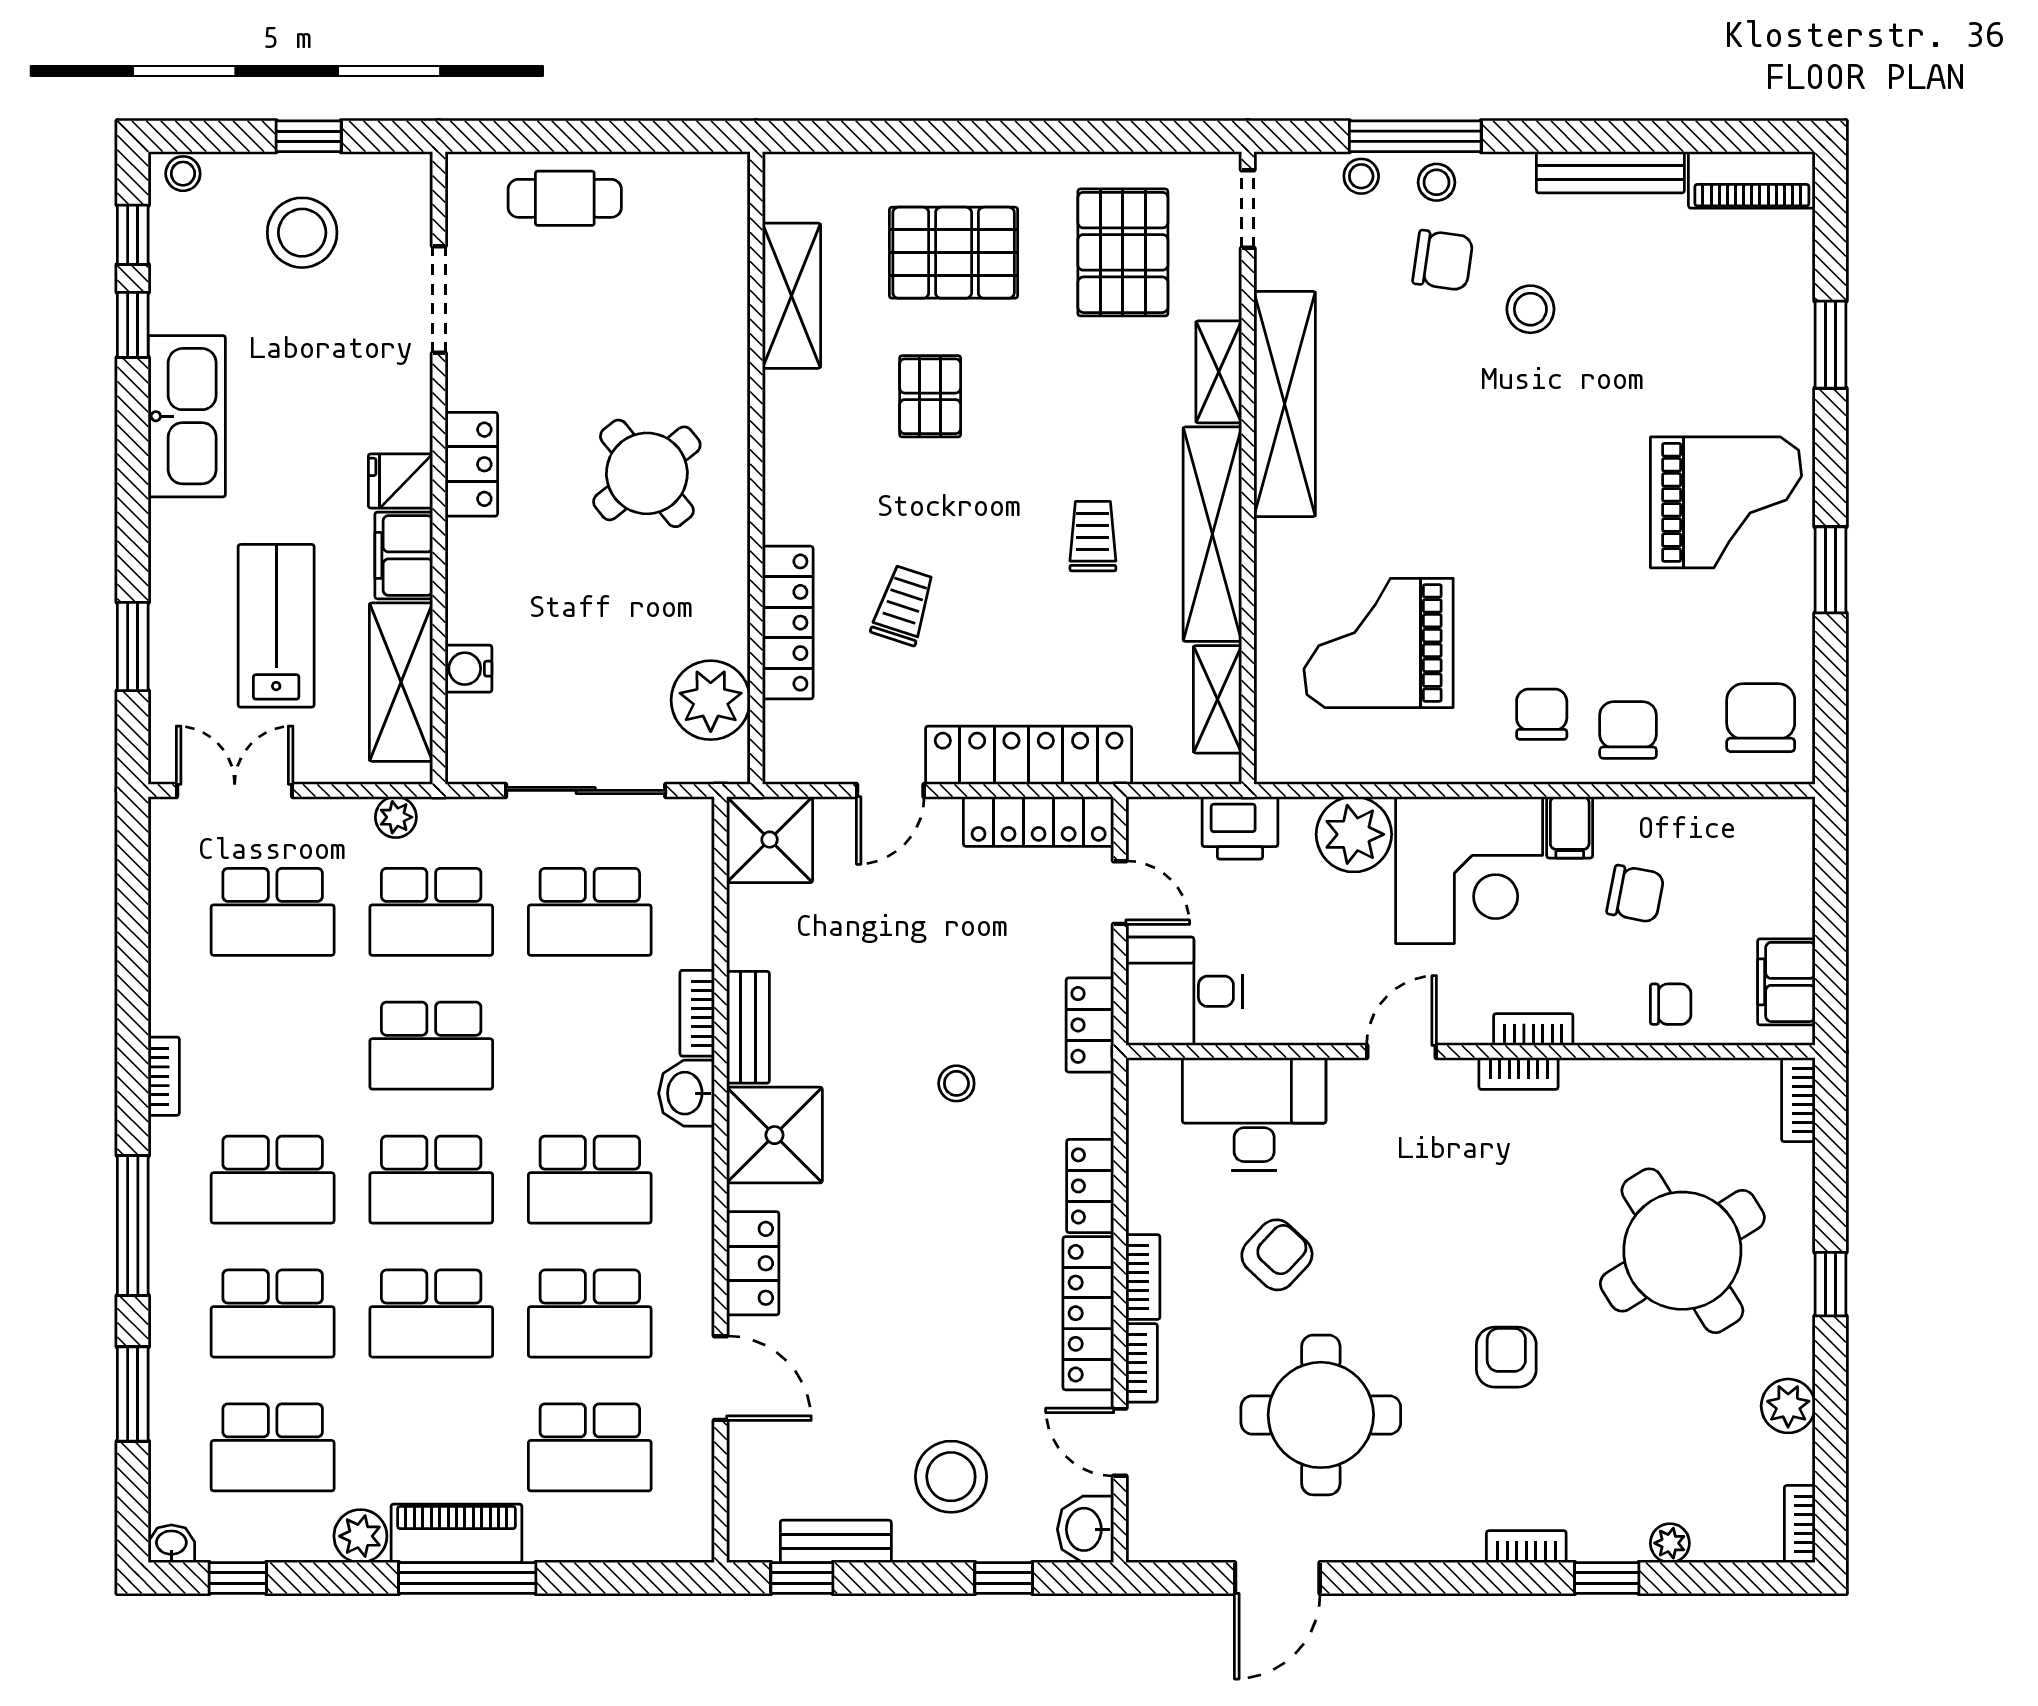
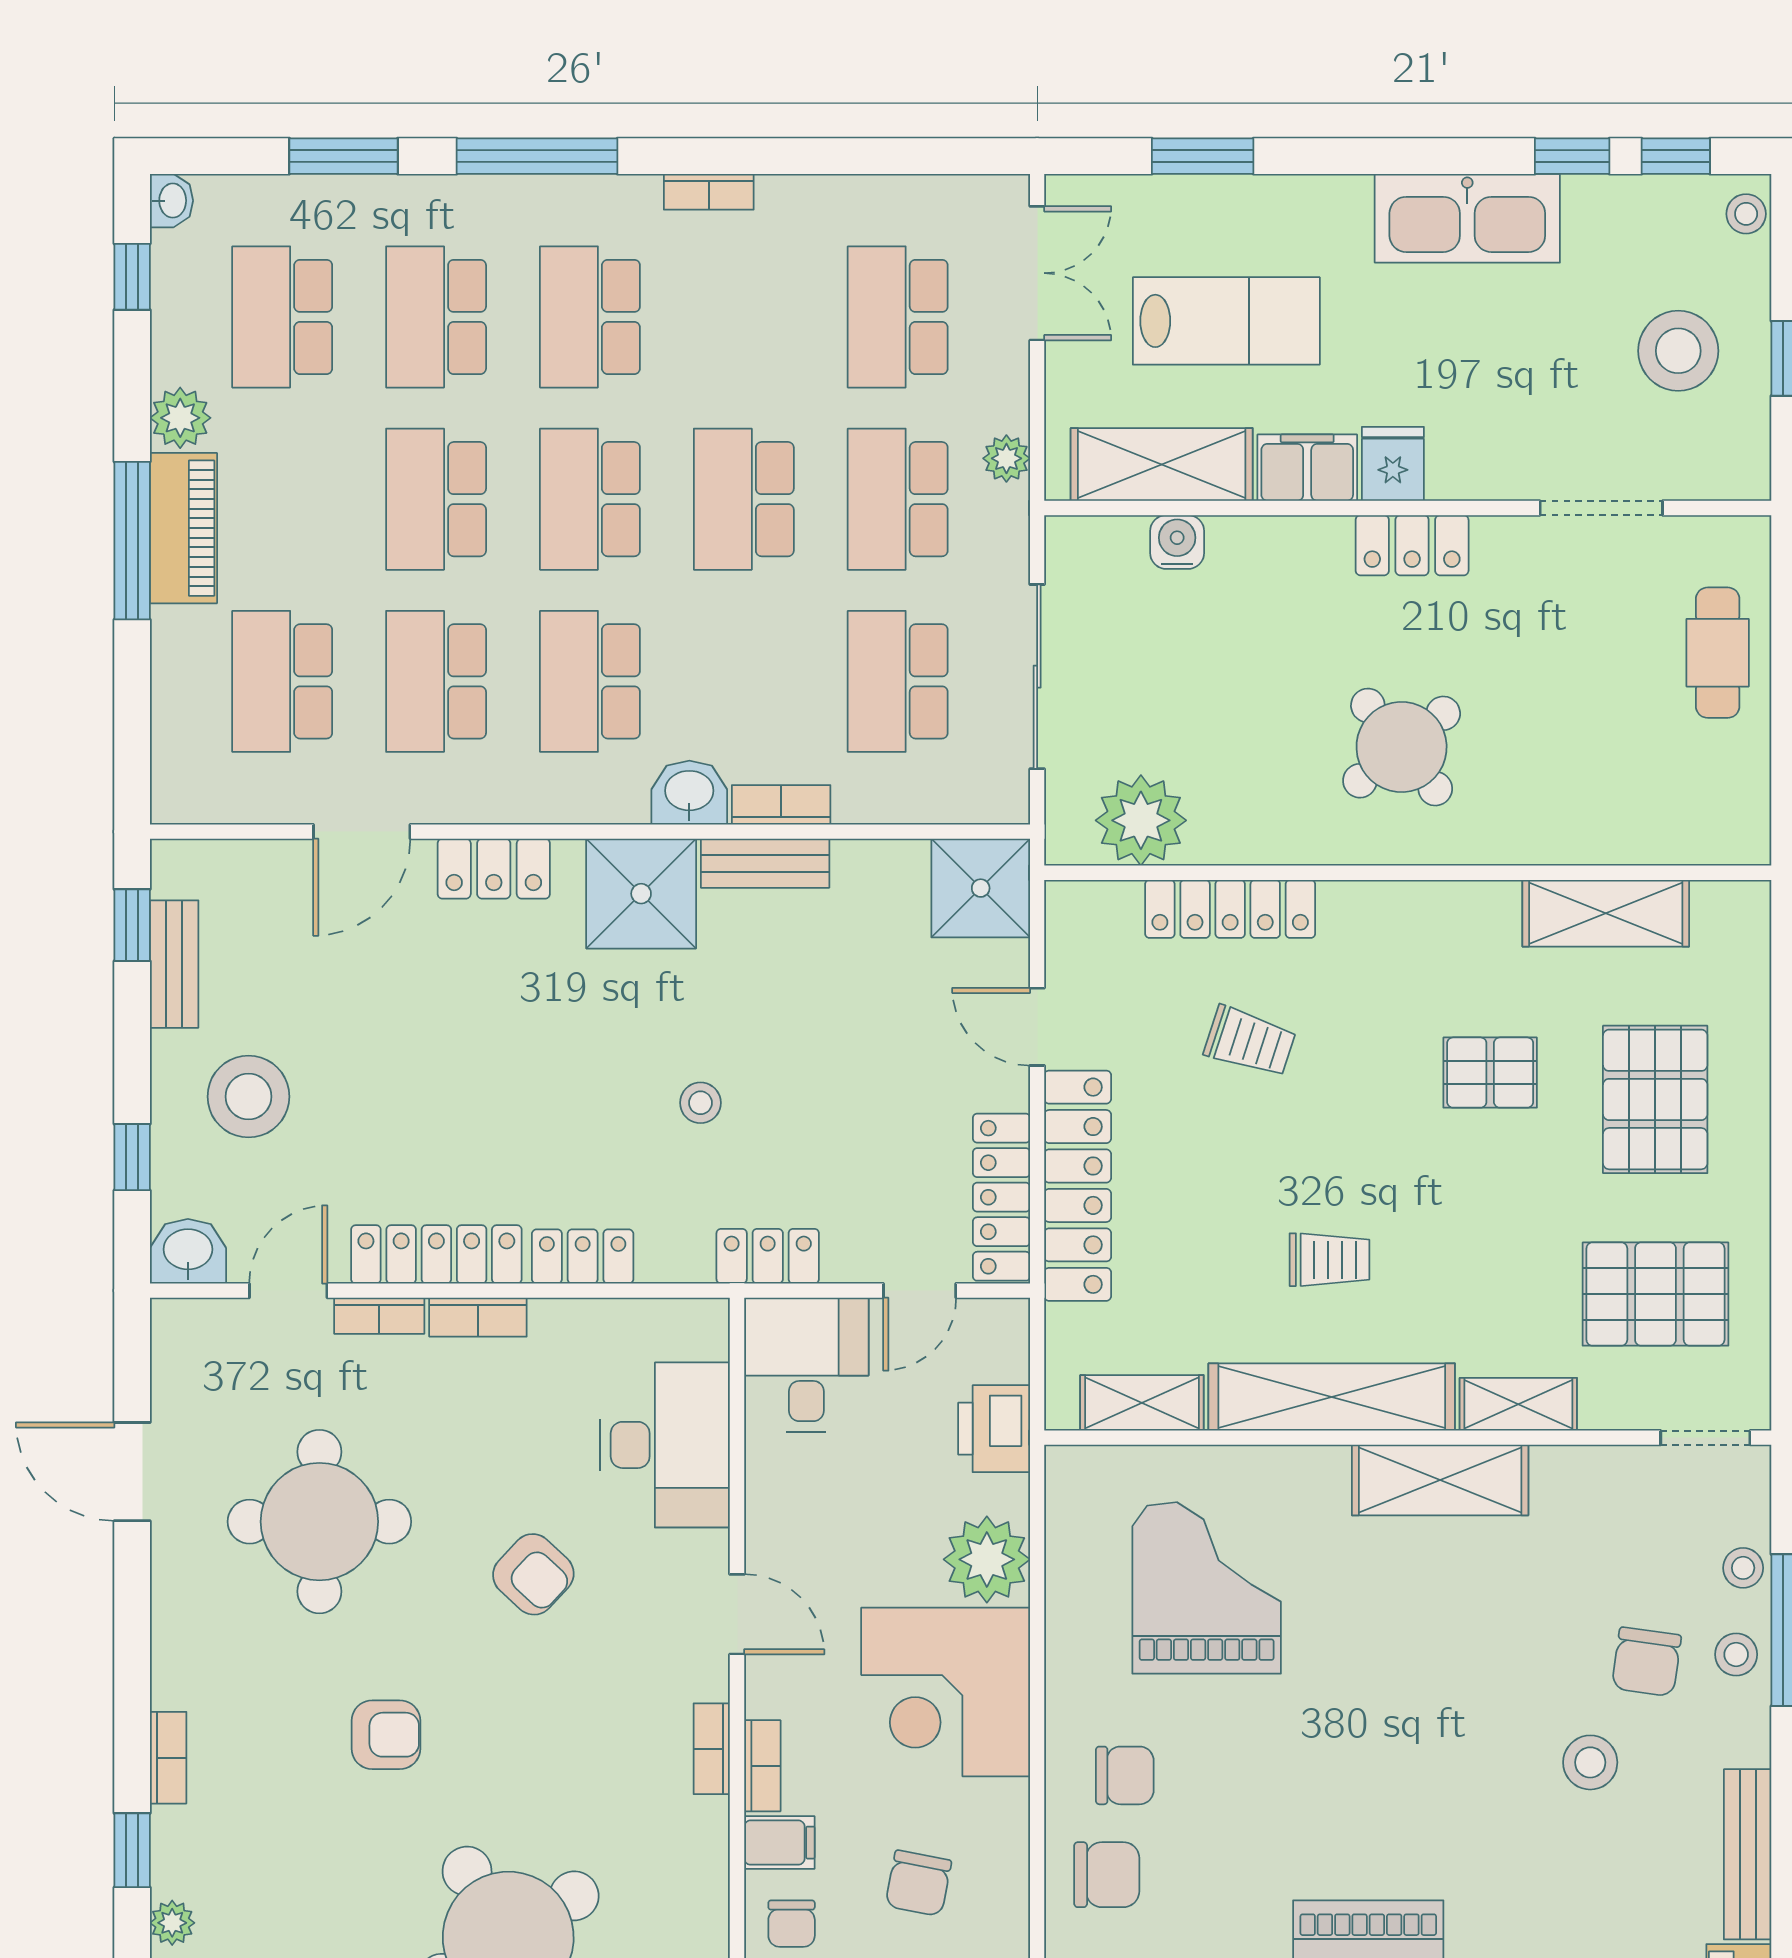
shelving: (1285, 404) -> (1440, 1480), width x0.68
filing cabinet: (1570, 827) -> (779, 1843), moved, turned 180
armchair: (1277, 1255) -> (533, 1574), moved

